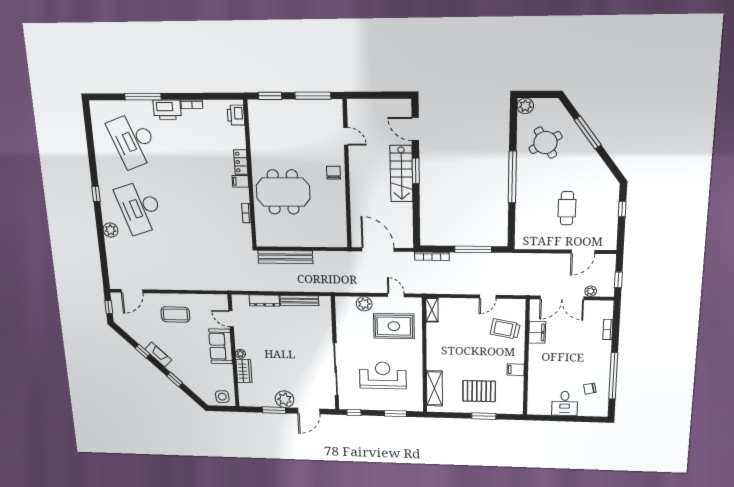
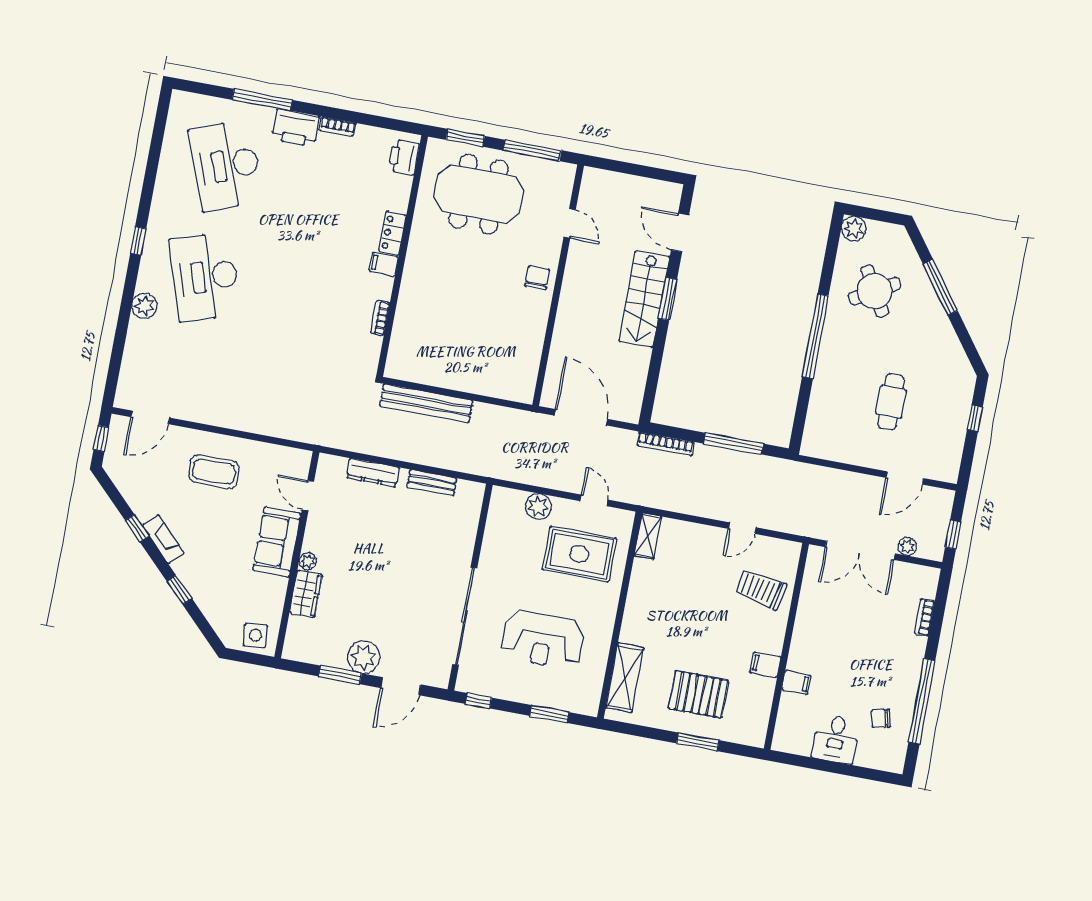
meeting table: (283, 192) -> (479, 194), moved
bench: (299, 301) -> (432, 483), width x0.73
filing cabinet: (537, 332) -> (796, 683), moved, width x0.50
reception desk: (383, 375) -> (542, 640), turned 180

